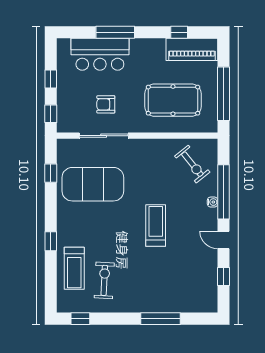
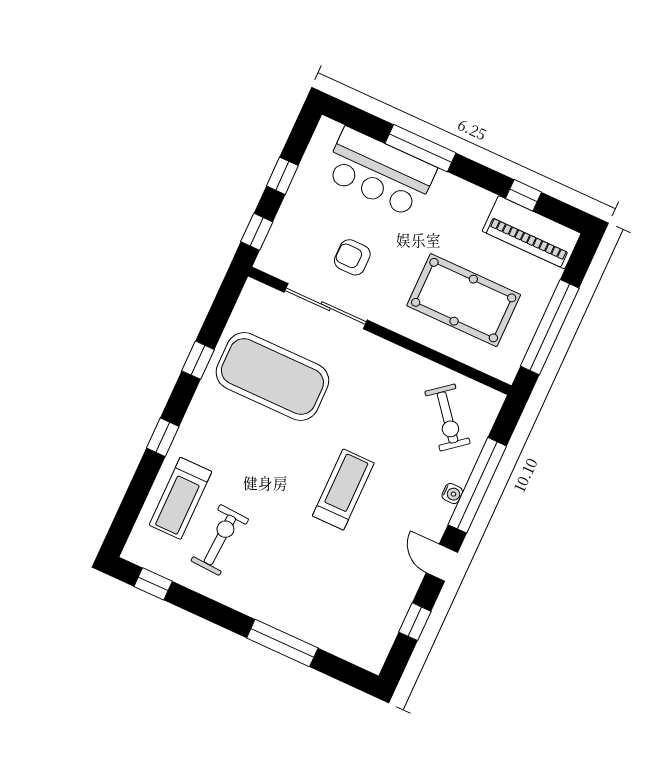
window: (51, 173) -> (198, 360), moved

